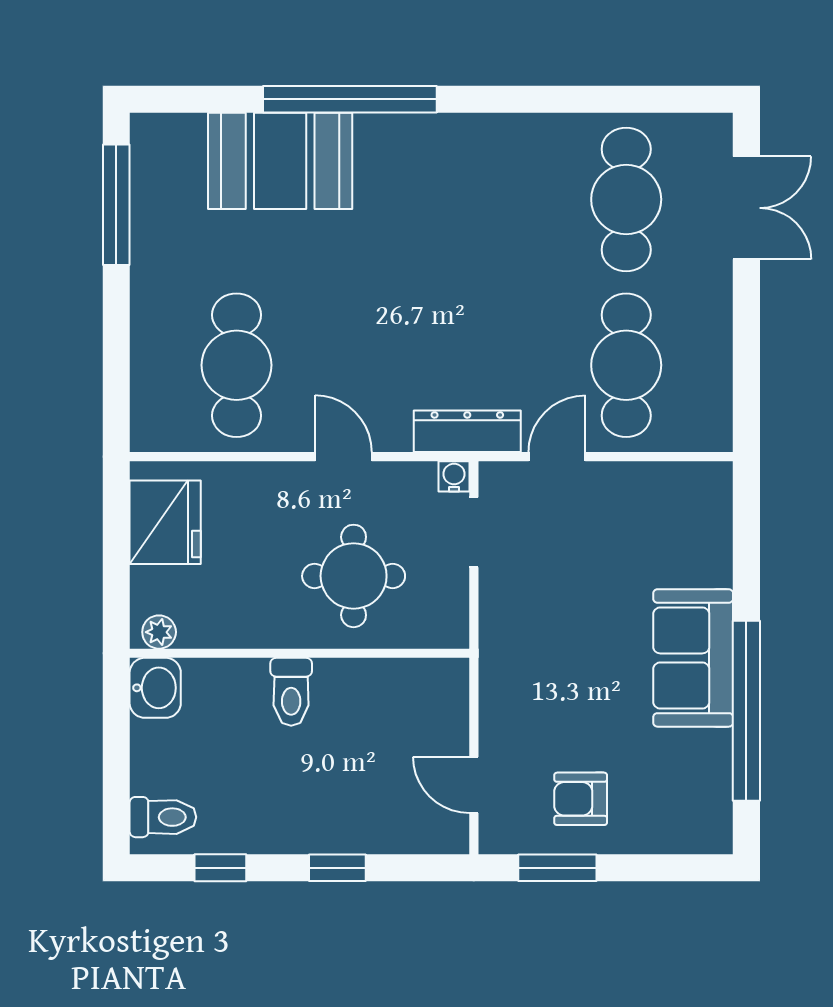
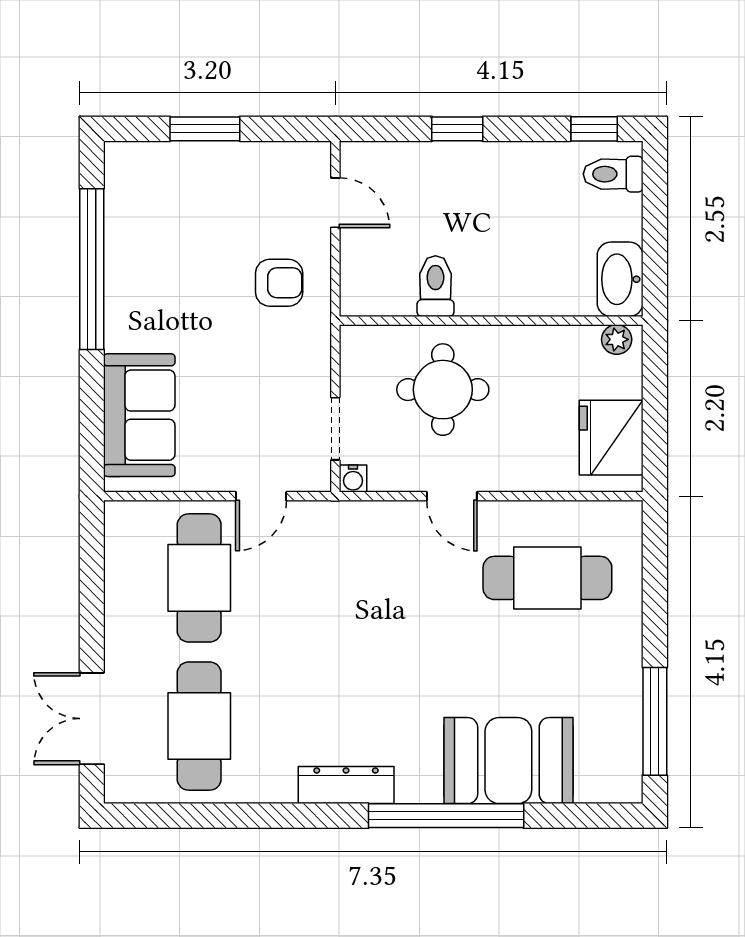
cafe table: (237, 365) -> (547, 578), turned 90
dresser: (467, 431) -> (346, 785), moved, turned 180
sofa: (693, 658) -> (139, 415), moved
washbasin: (155, 688) -> (620, 279), width x1.38
toilet: (291, 692) -> (435, 286), moved
armchair: (581, 799) -> (279, 283), moved
window: (220, 868) -> (594, 129), moved
window: (557, 868) -> (205, 129), moved

